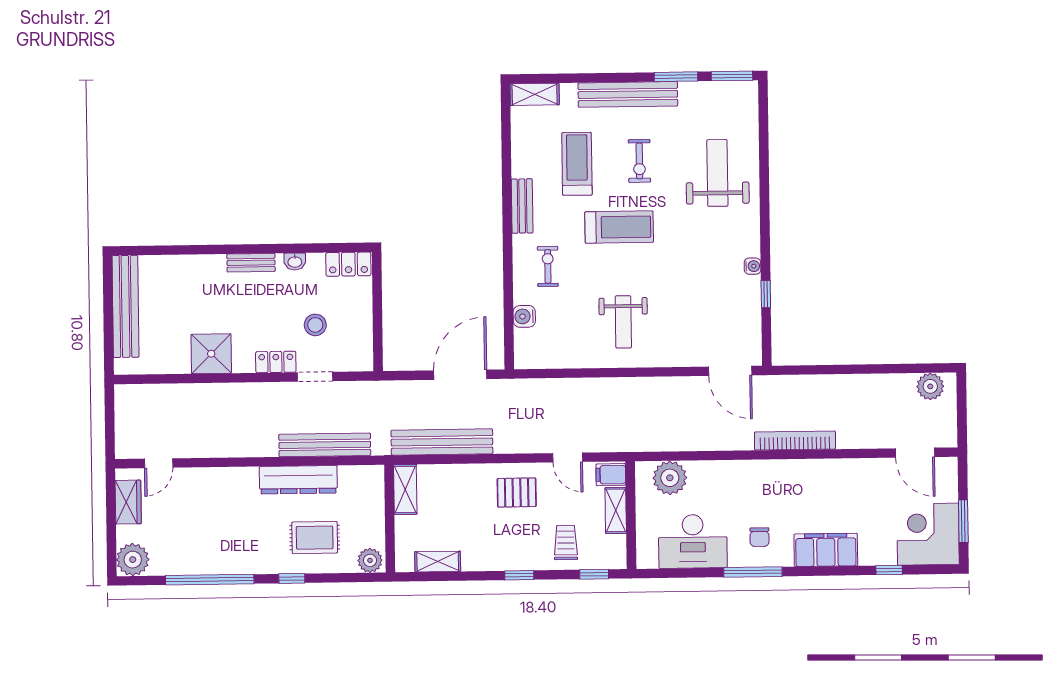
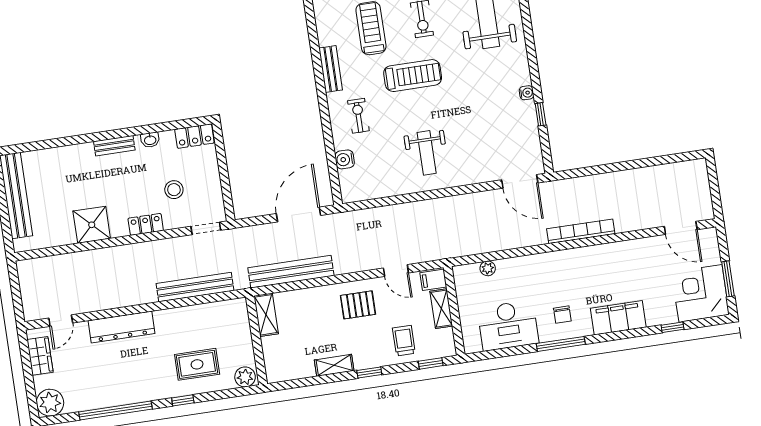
doorway: (315, 377) -> (206, 228), moved
plant: (930, 386) -> (686, 172), removed
plant: (670, 478) -> (488, 268), width x0.53, depth x0.53
dresser: (298, 480) -> (121, 327), moved
shelving: (438, 562) -> (334, 365), moved

